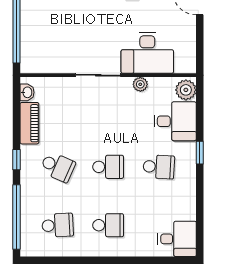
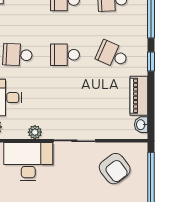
armchair: (55, 46) -> (115, 169), added

